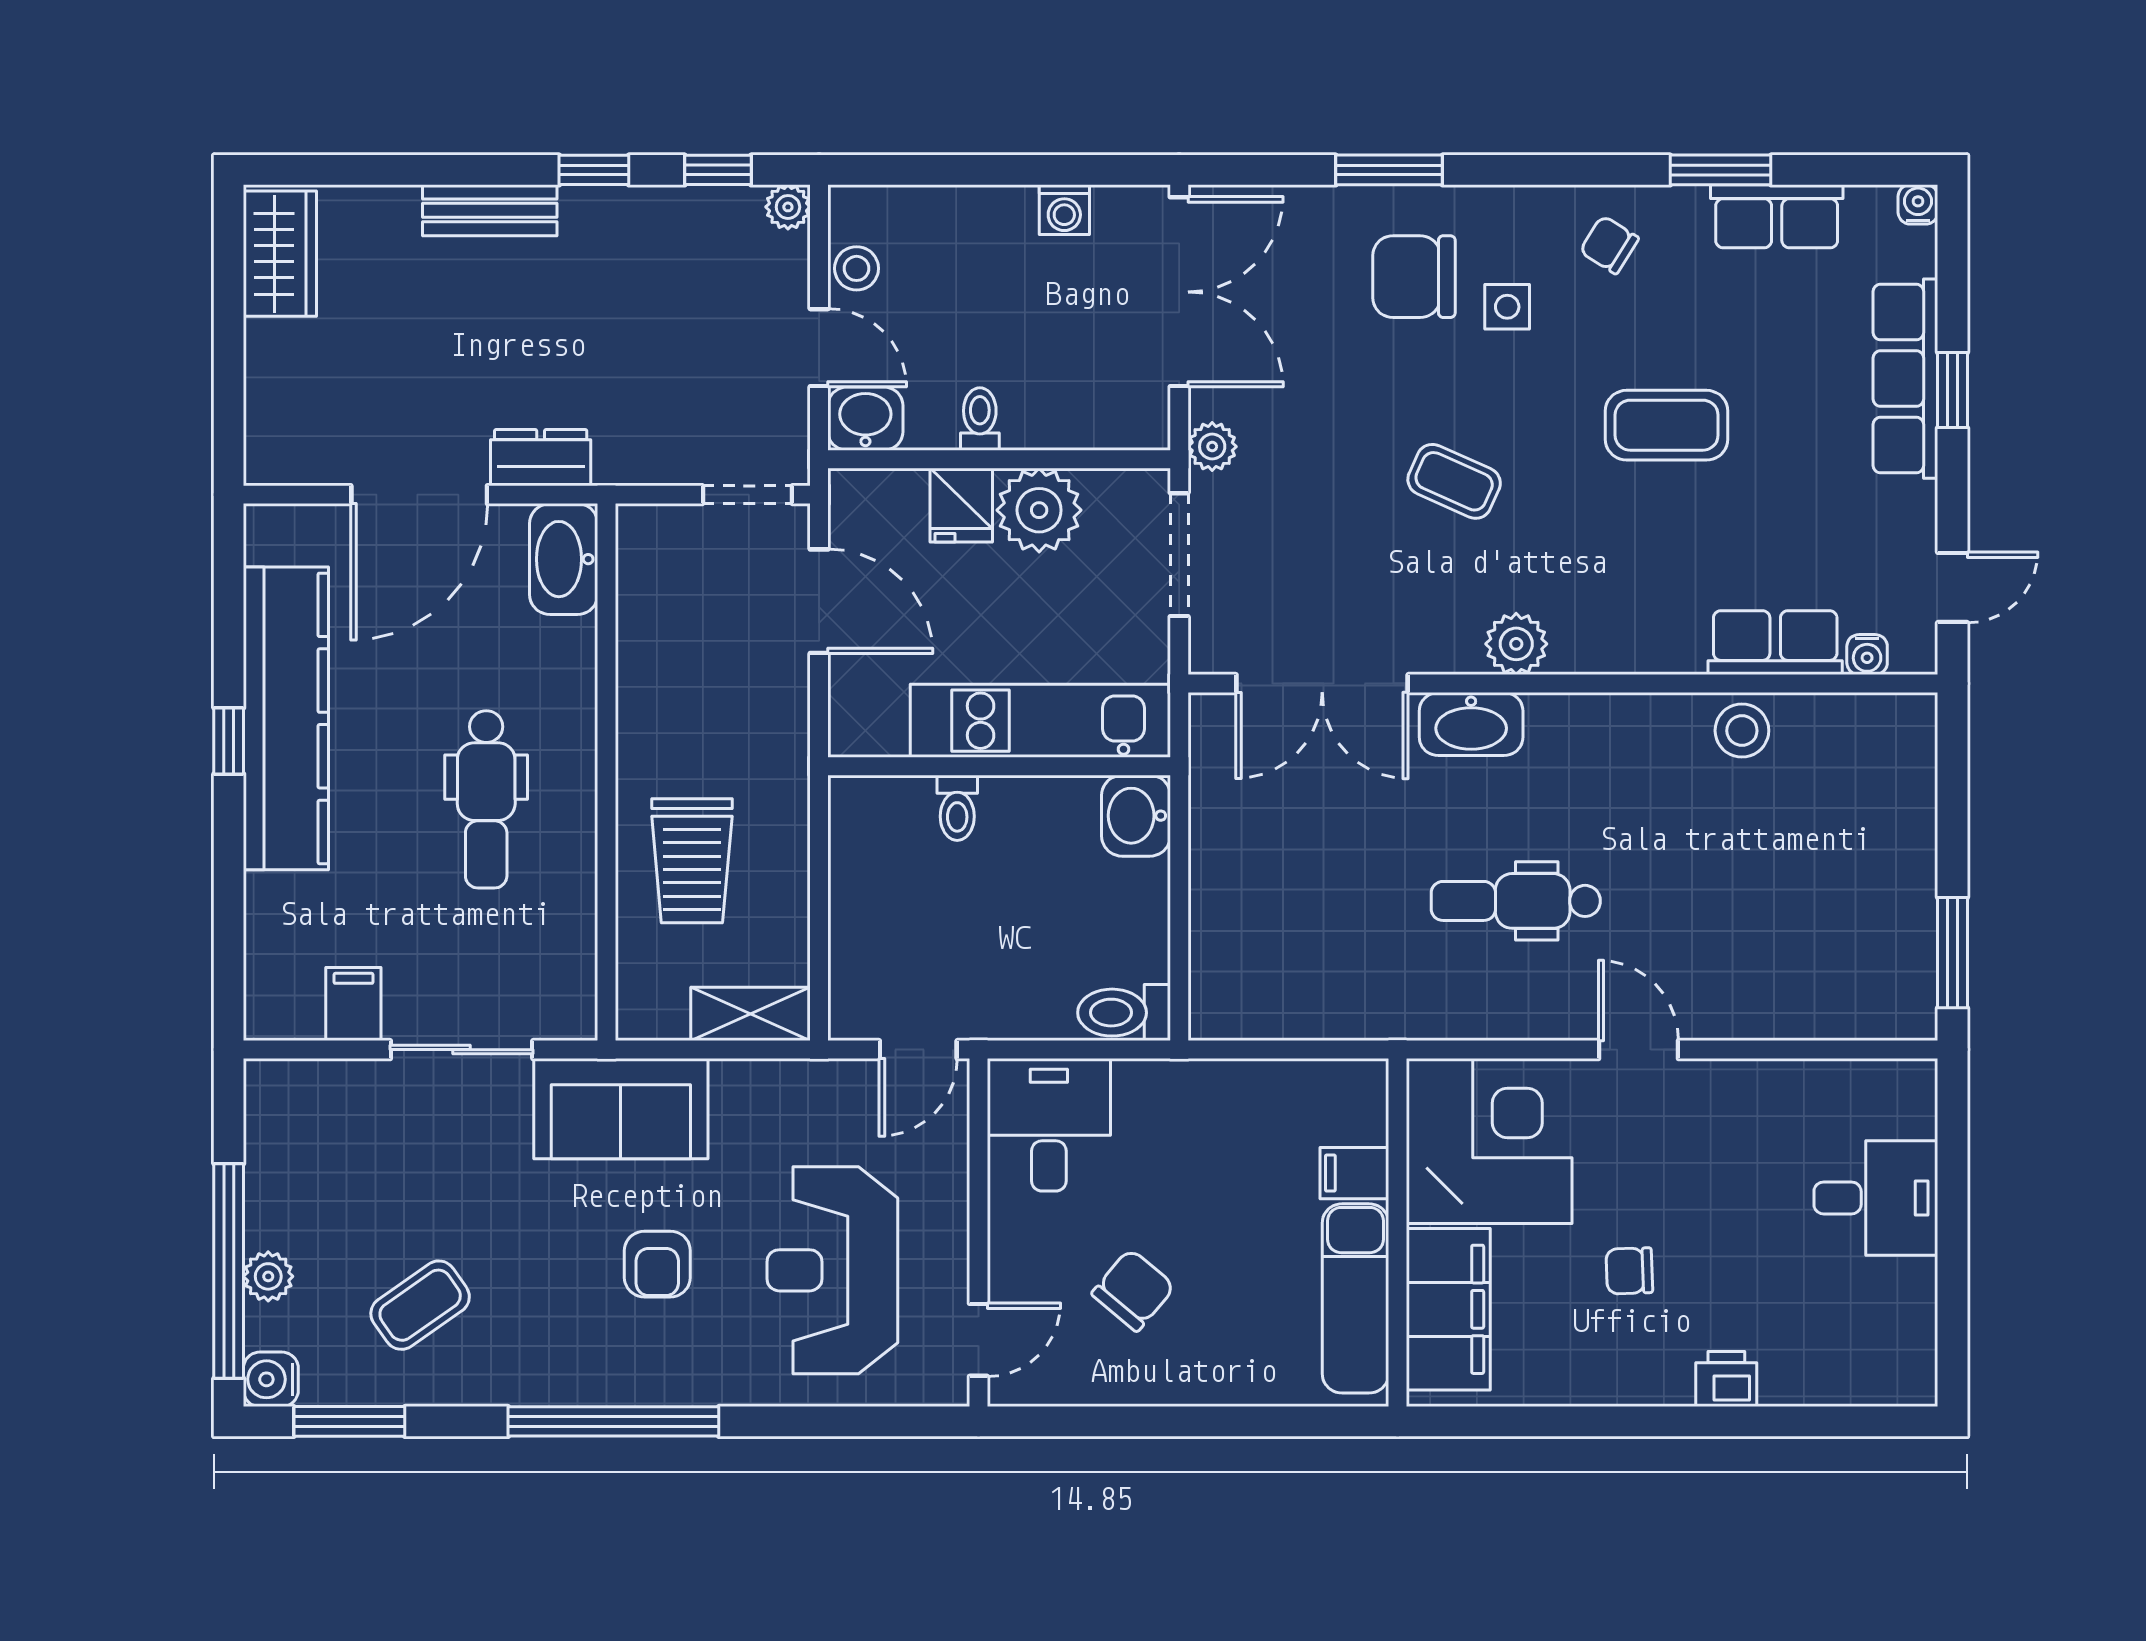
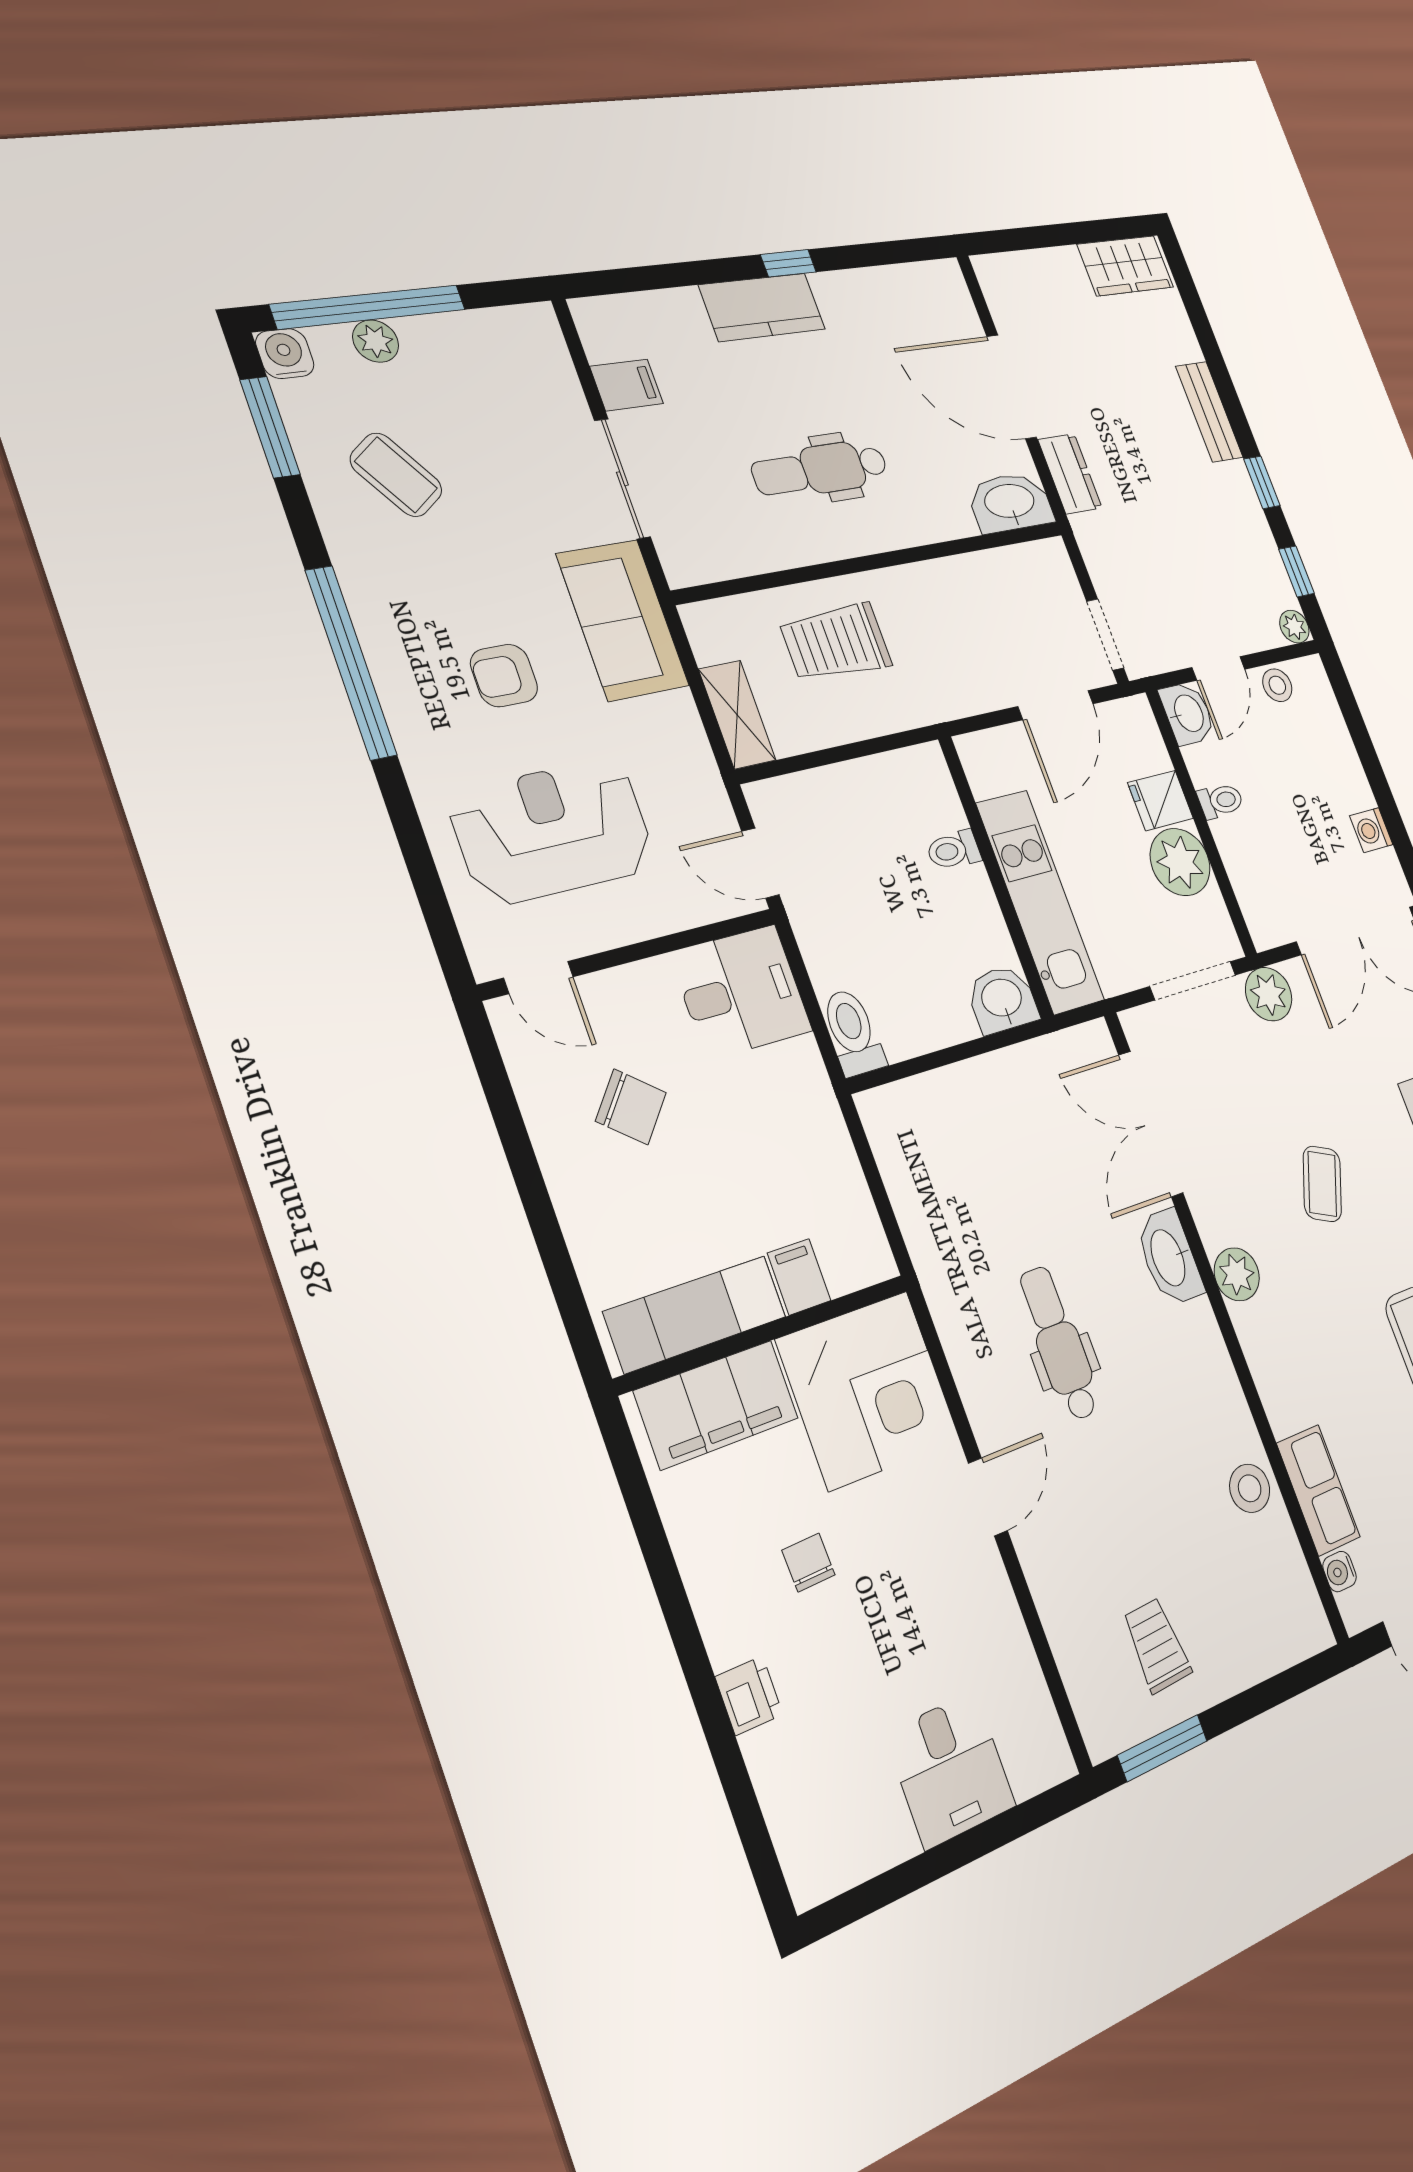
plant: (1212, 447) -> (1269, 994), width x1.38, depth x1.38
kitchen counter: (286, 718) -> (762, 307), width x0.48, depth x0.86
trolley: (1853, 915) -> (1157, 1645), added

